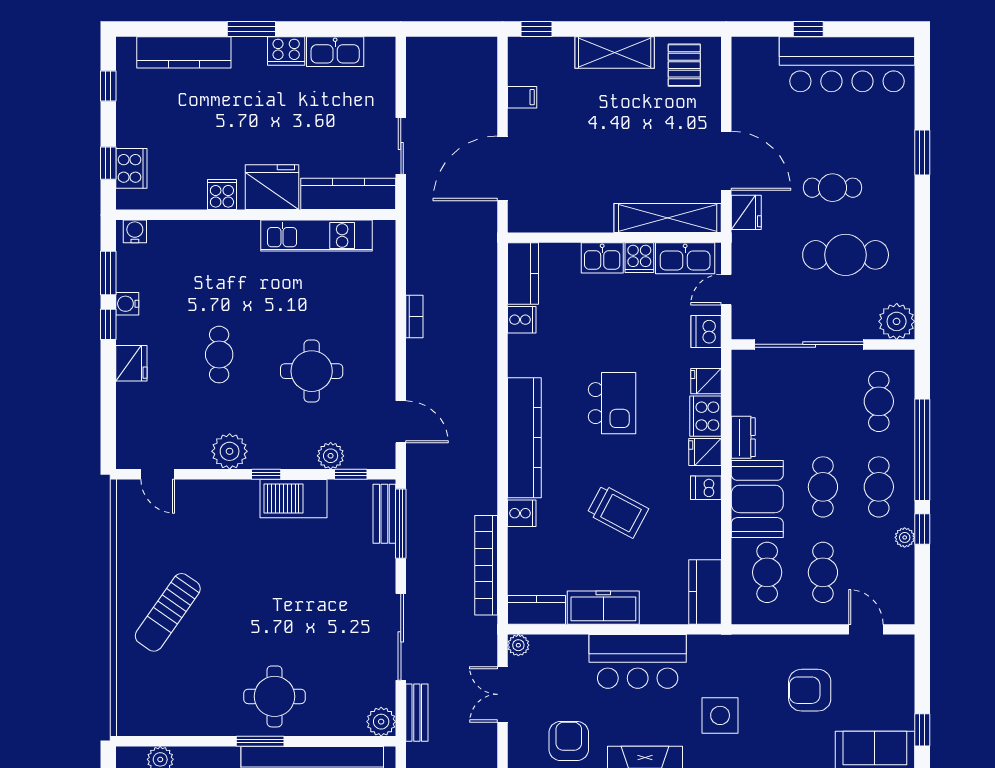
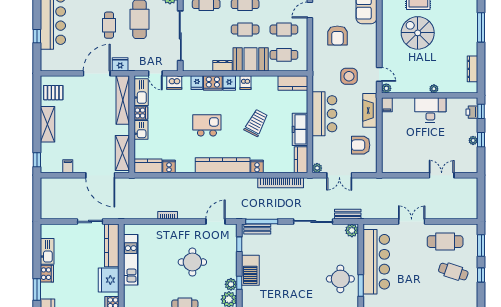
shelving: (551, 217) -> (122, 153), added
plant: (331, 456) -> (231, 284), moved

